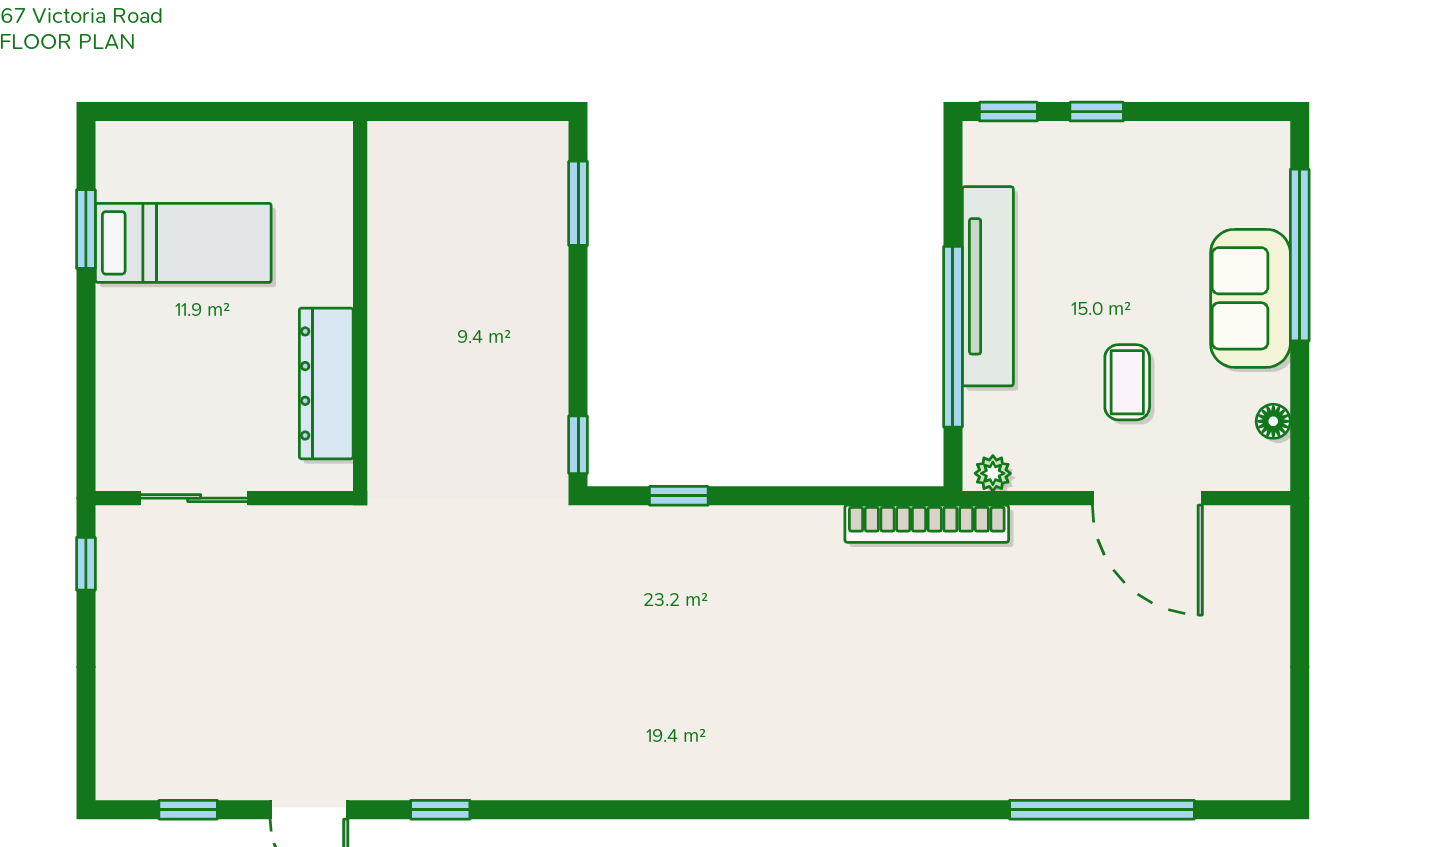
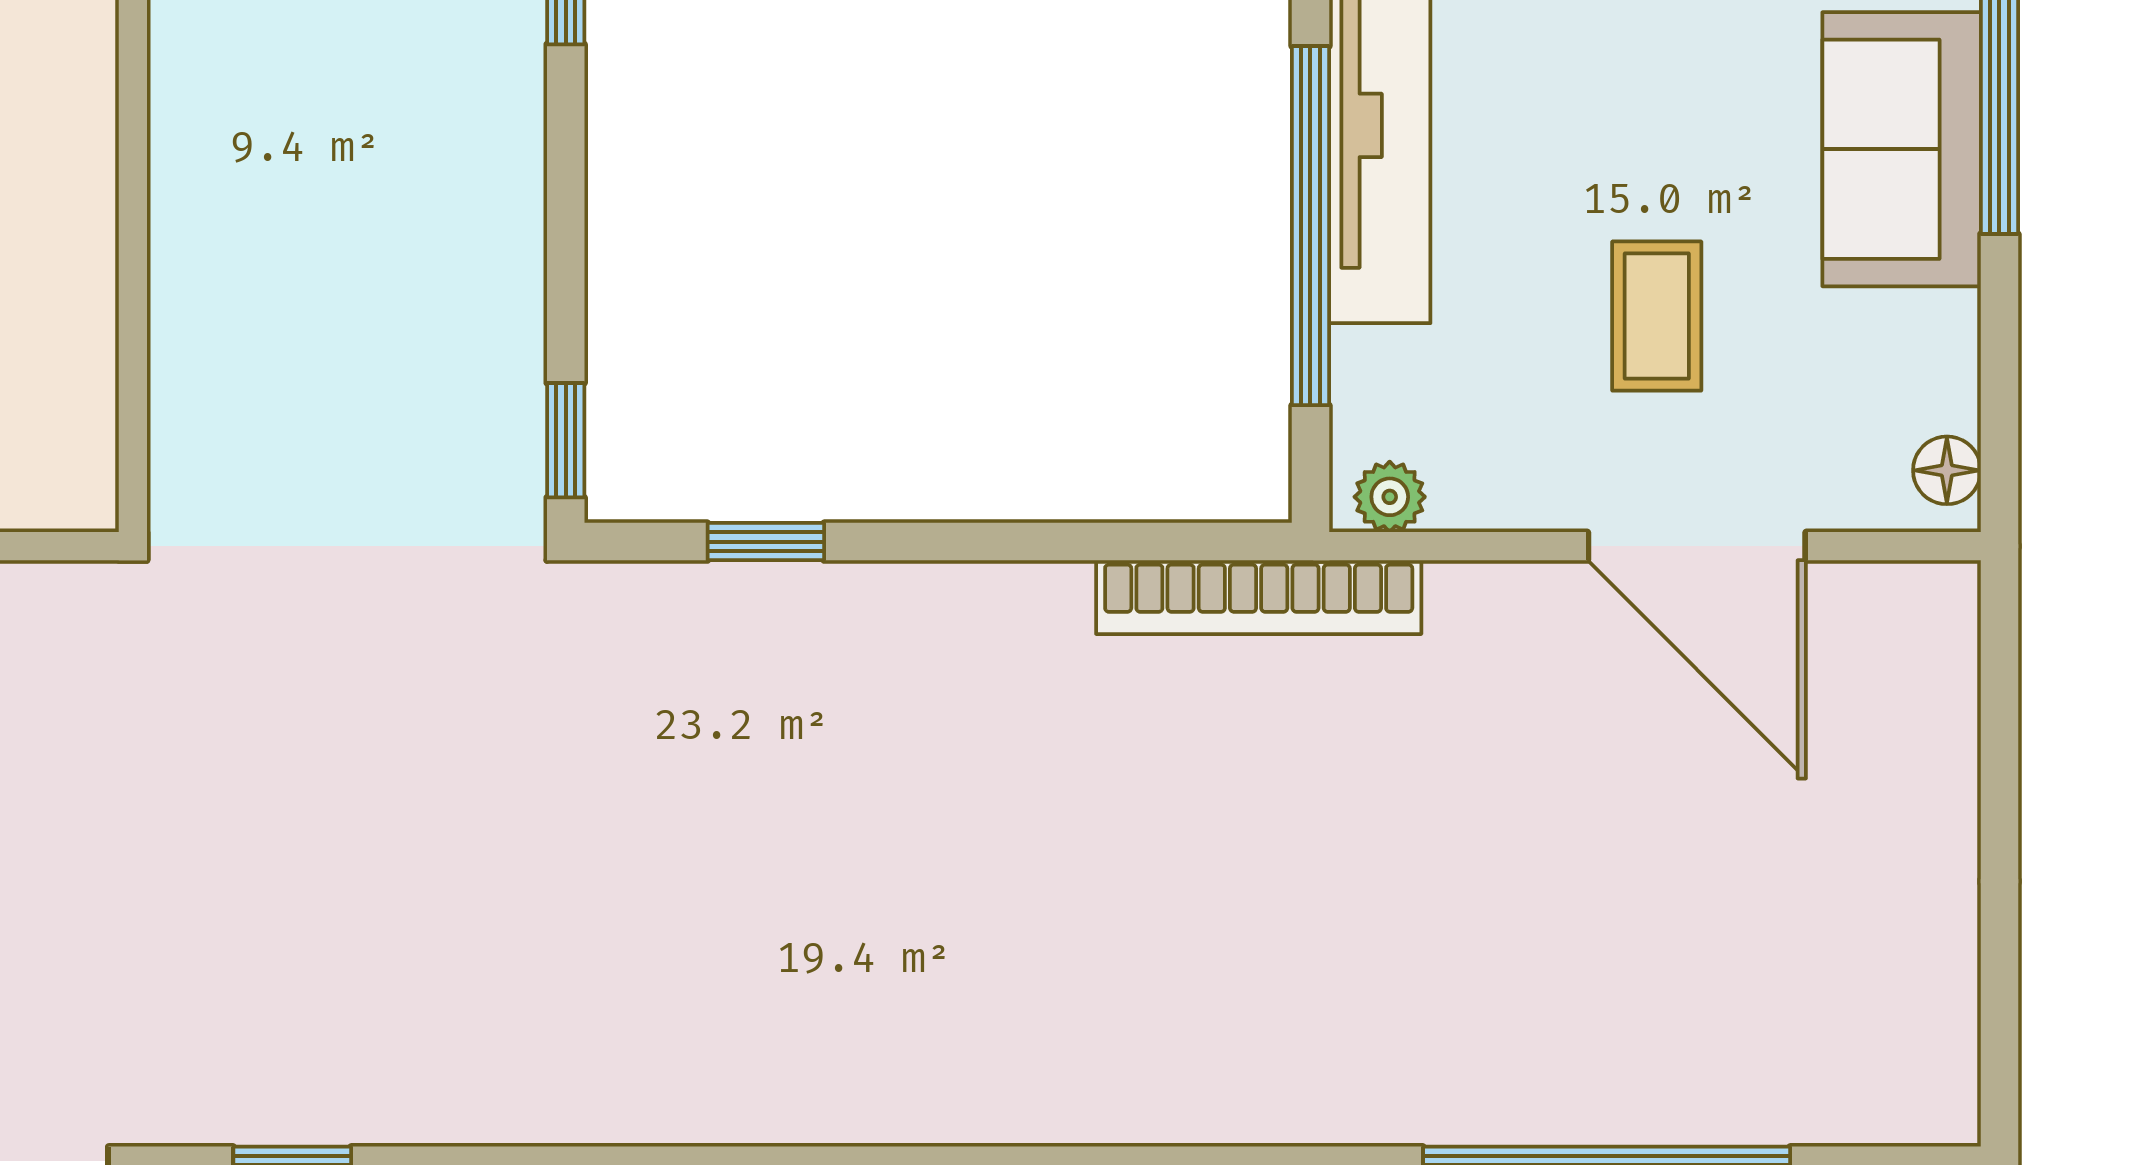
dresser: (326, 383) -> (65, 318), removed
floor lamp: (1273, 421) -> (1947, 470), moved

